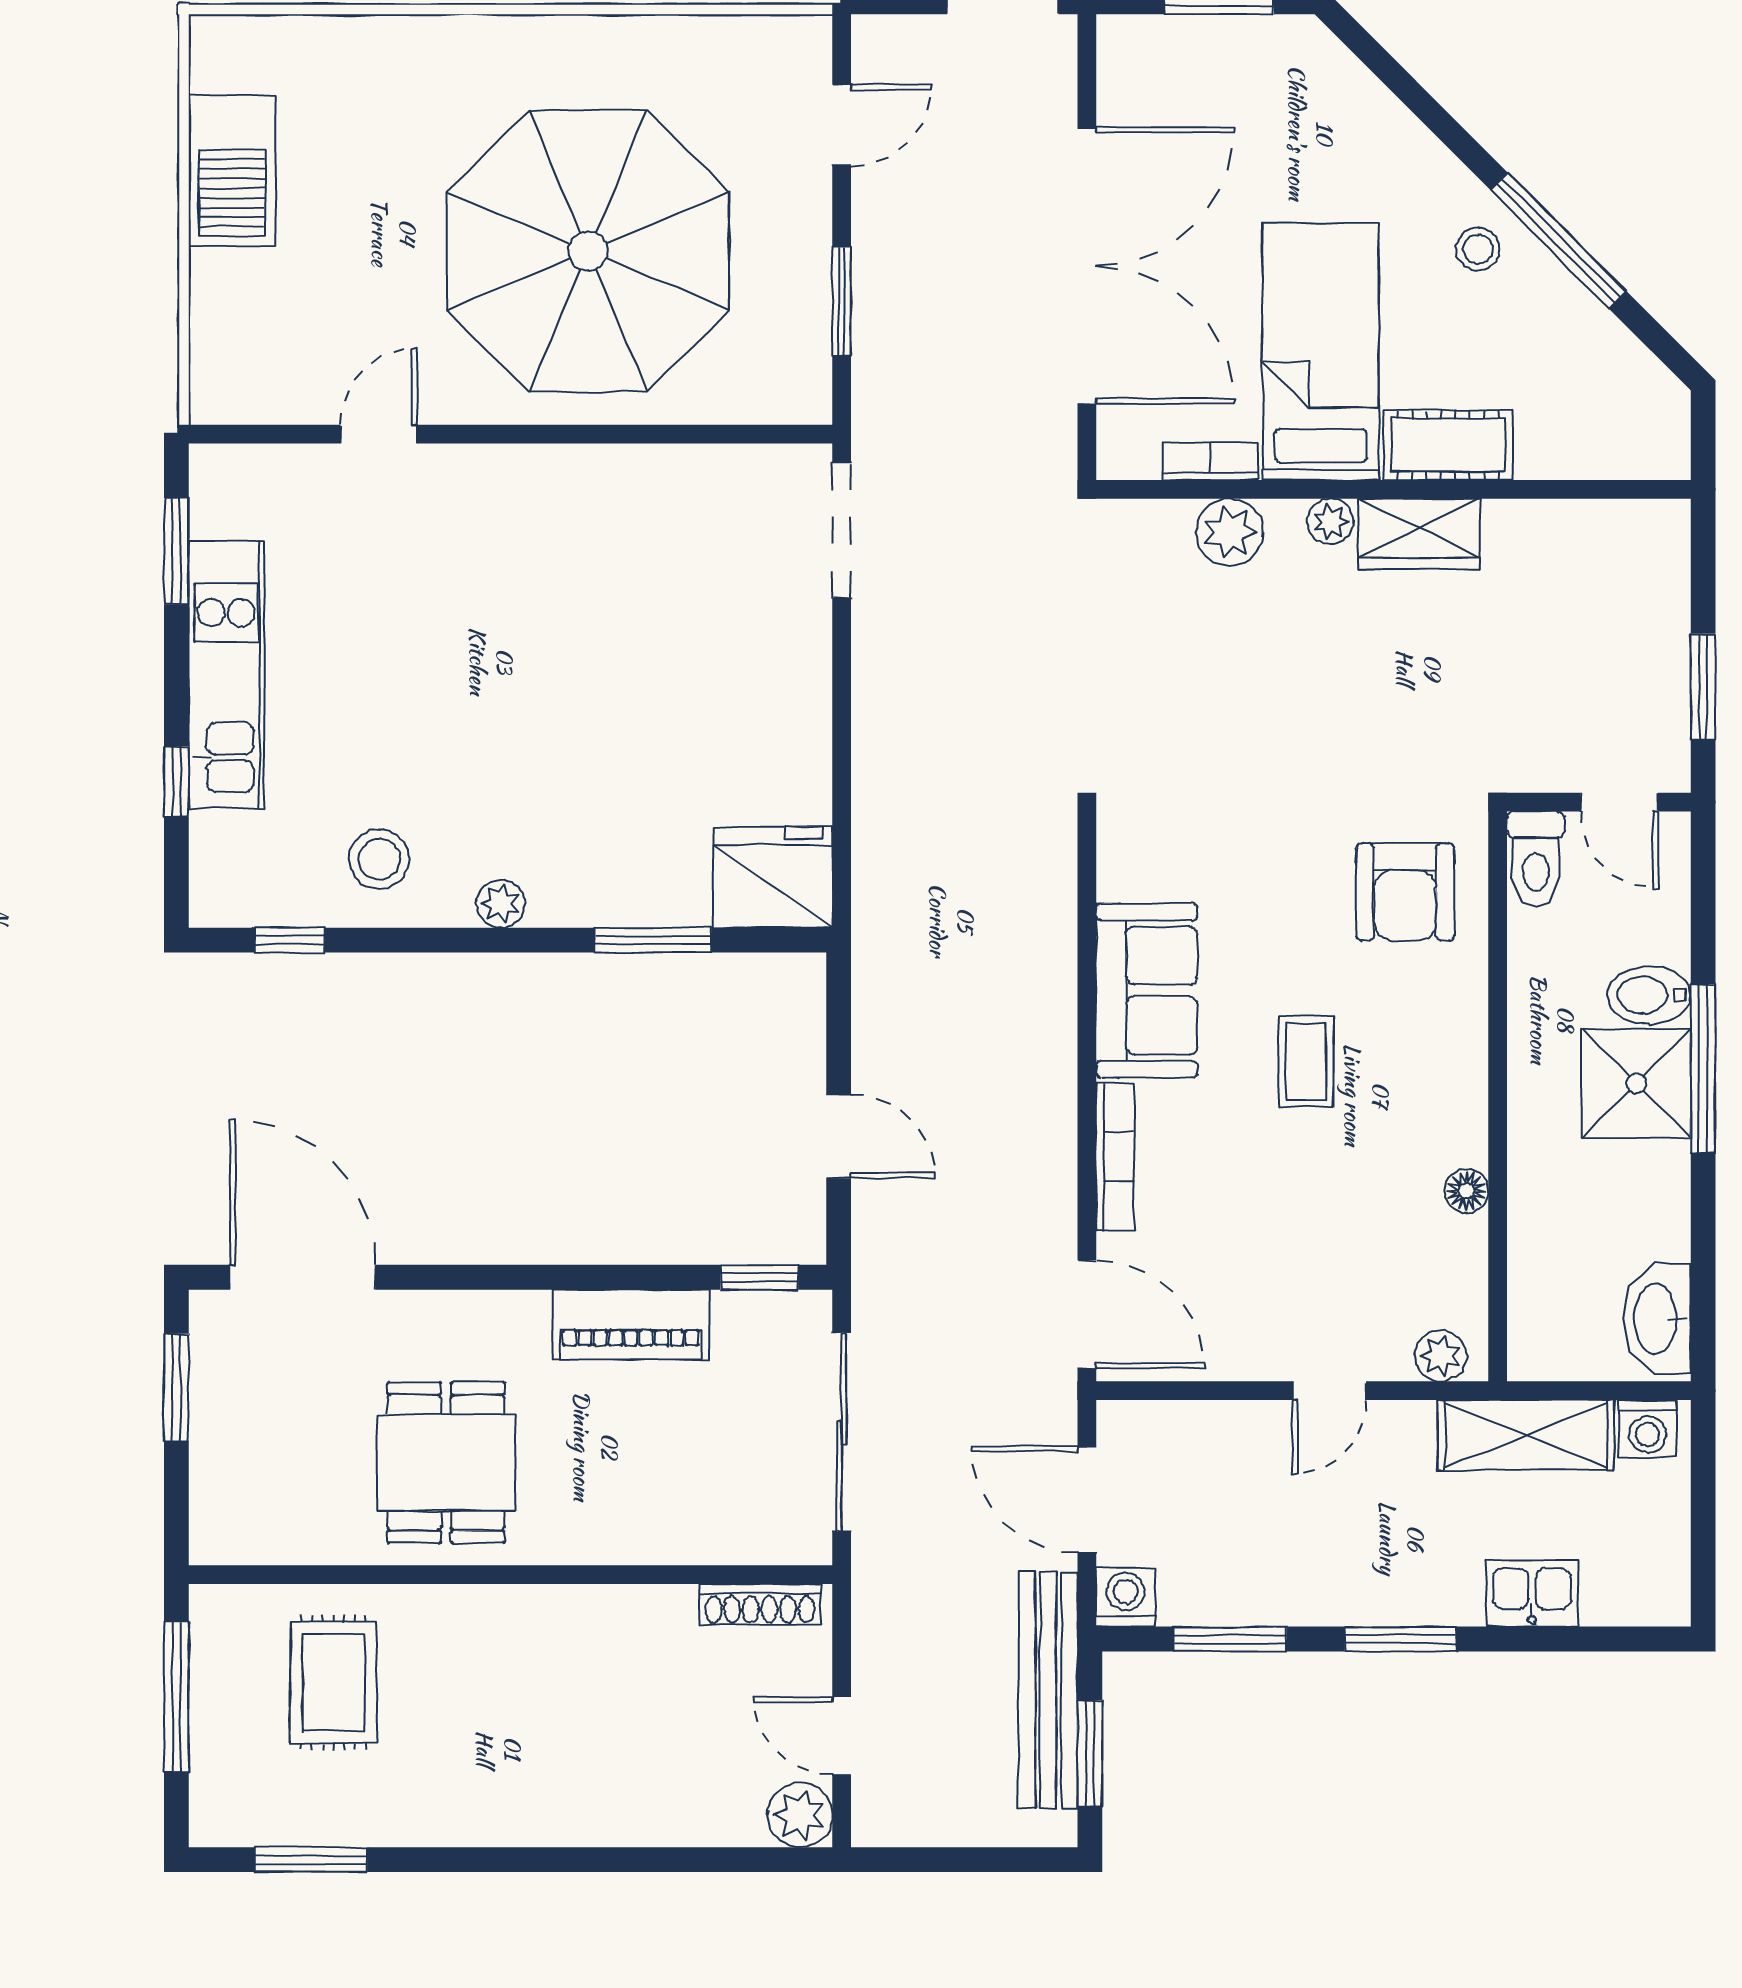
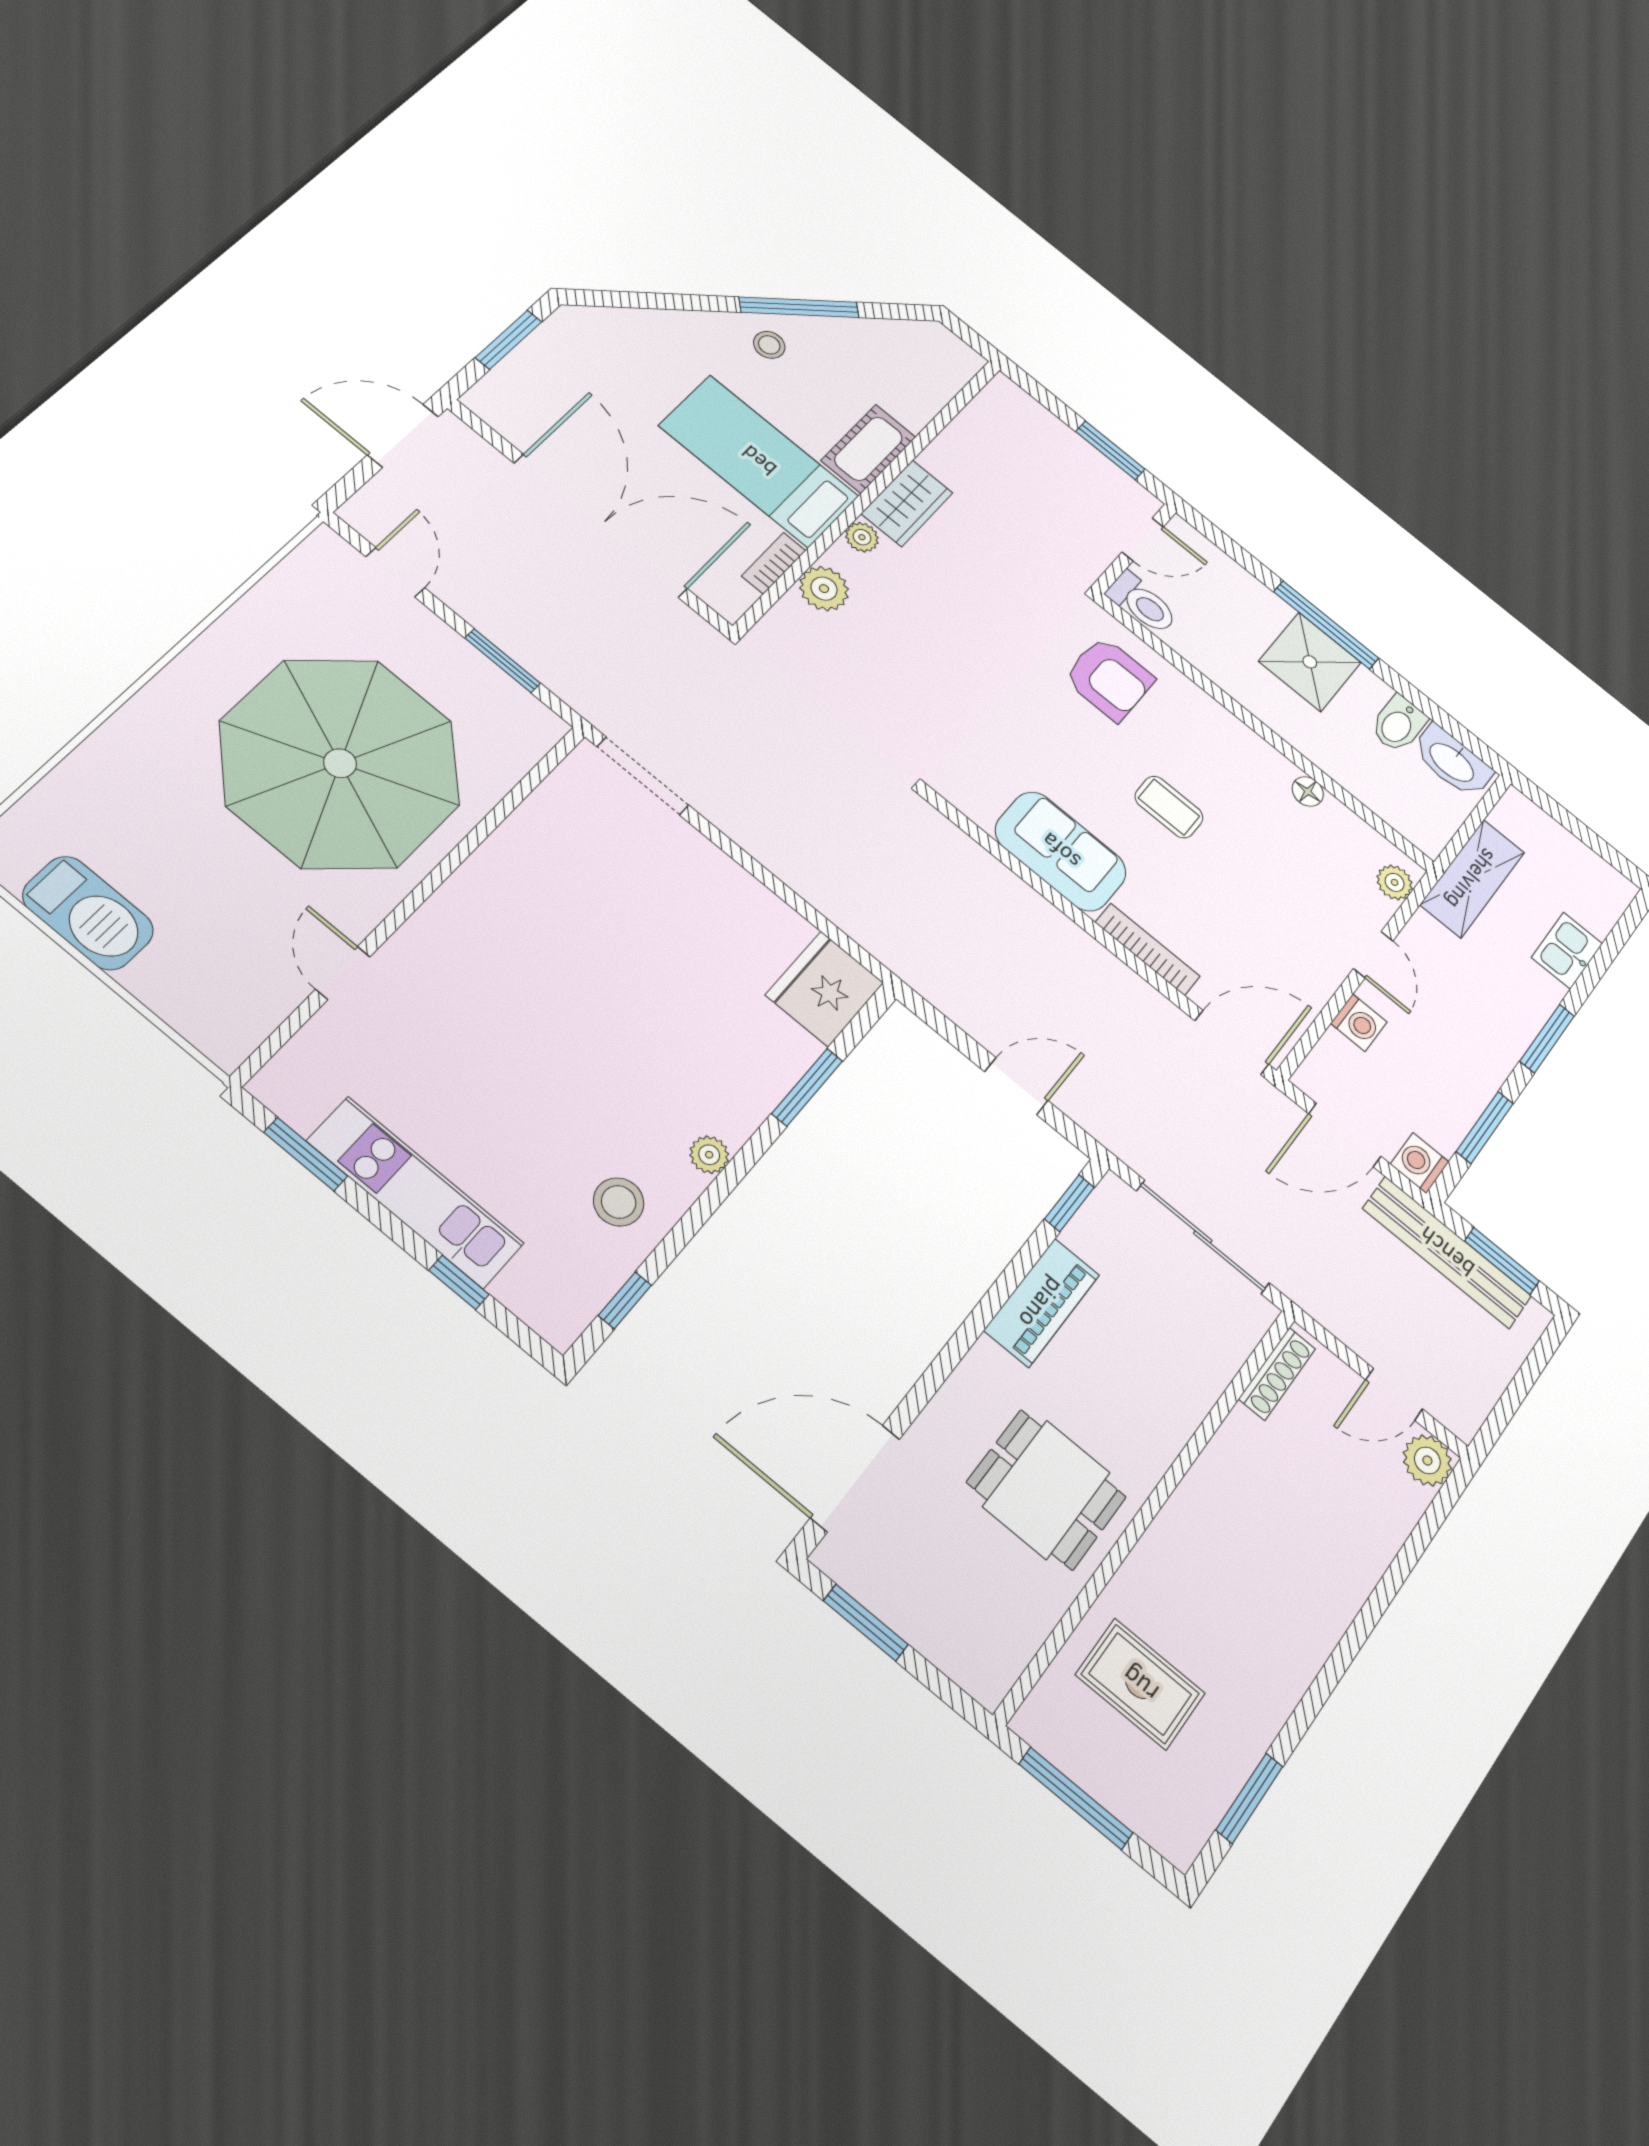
bidet: (1649, 995) -> (1398, 724), moved
washing machine: (1648, 1429) -> (1359, 1023), moved

